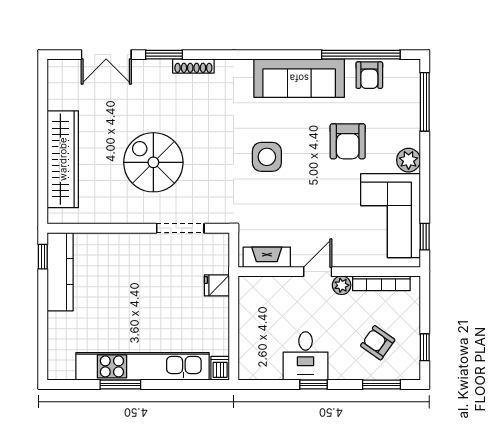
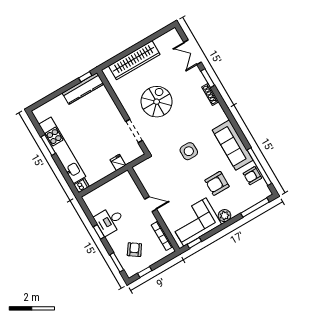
fireplace: (267, 257) -> (144, 177), removed
plant: (342, 285) -> (151, 218), removed

